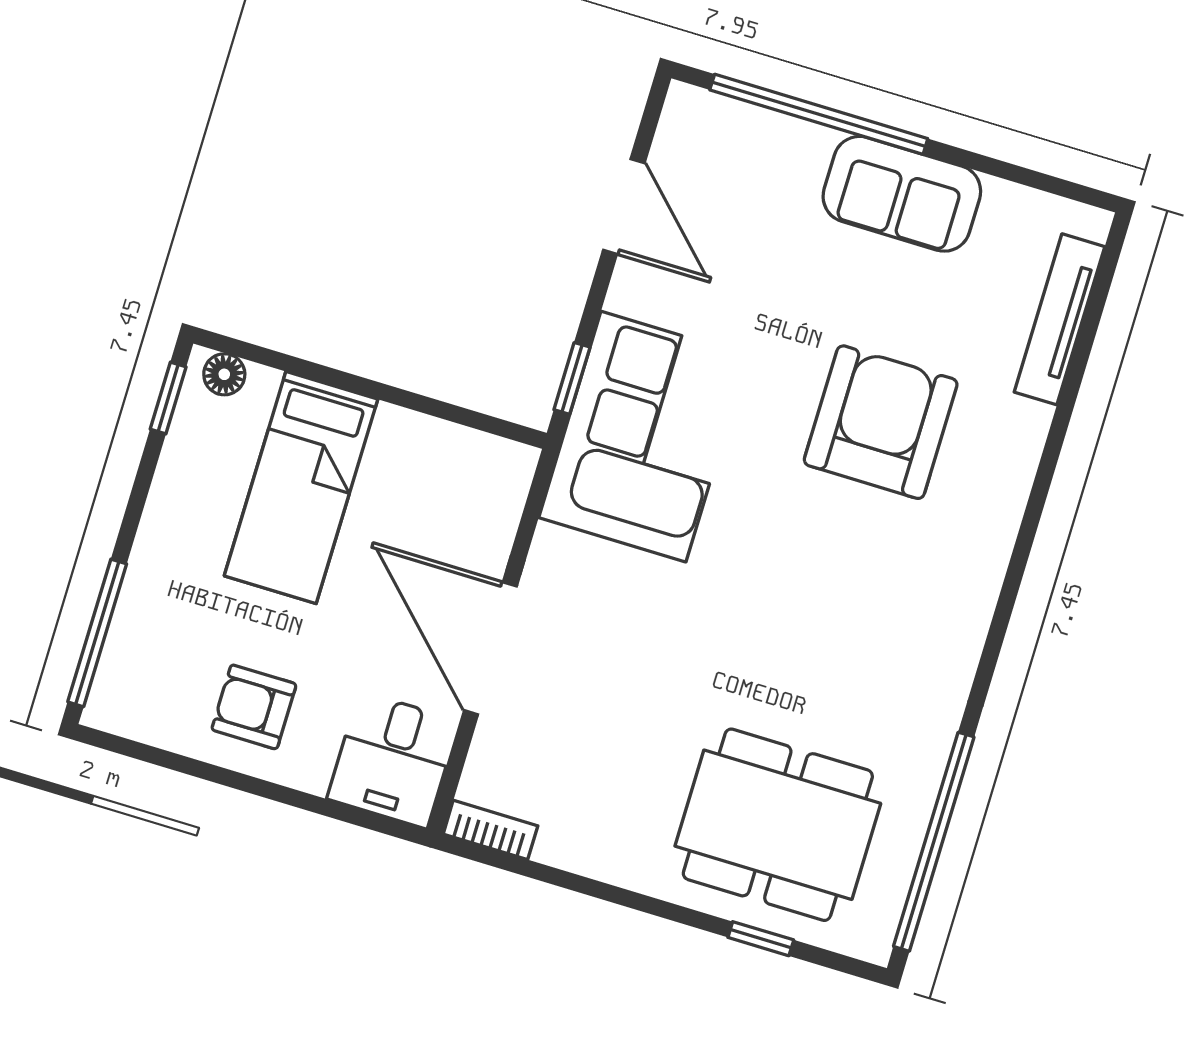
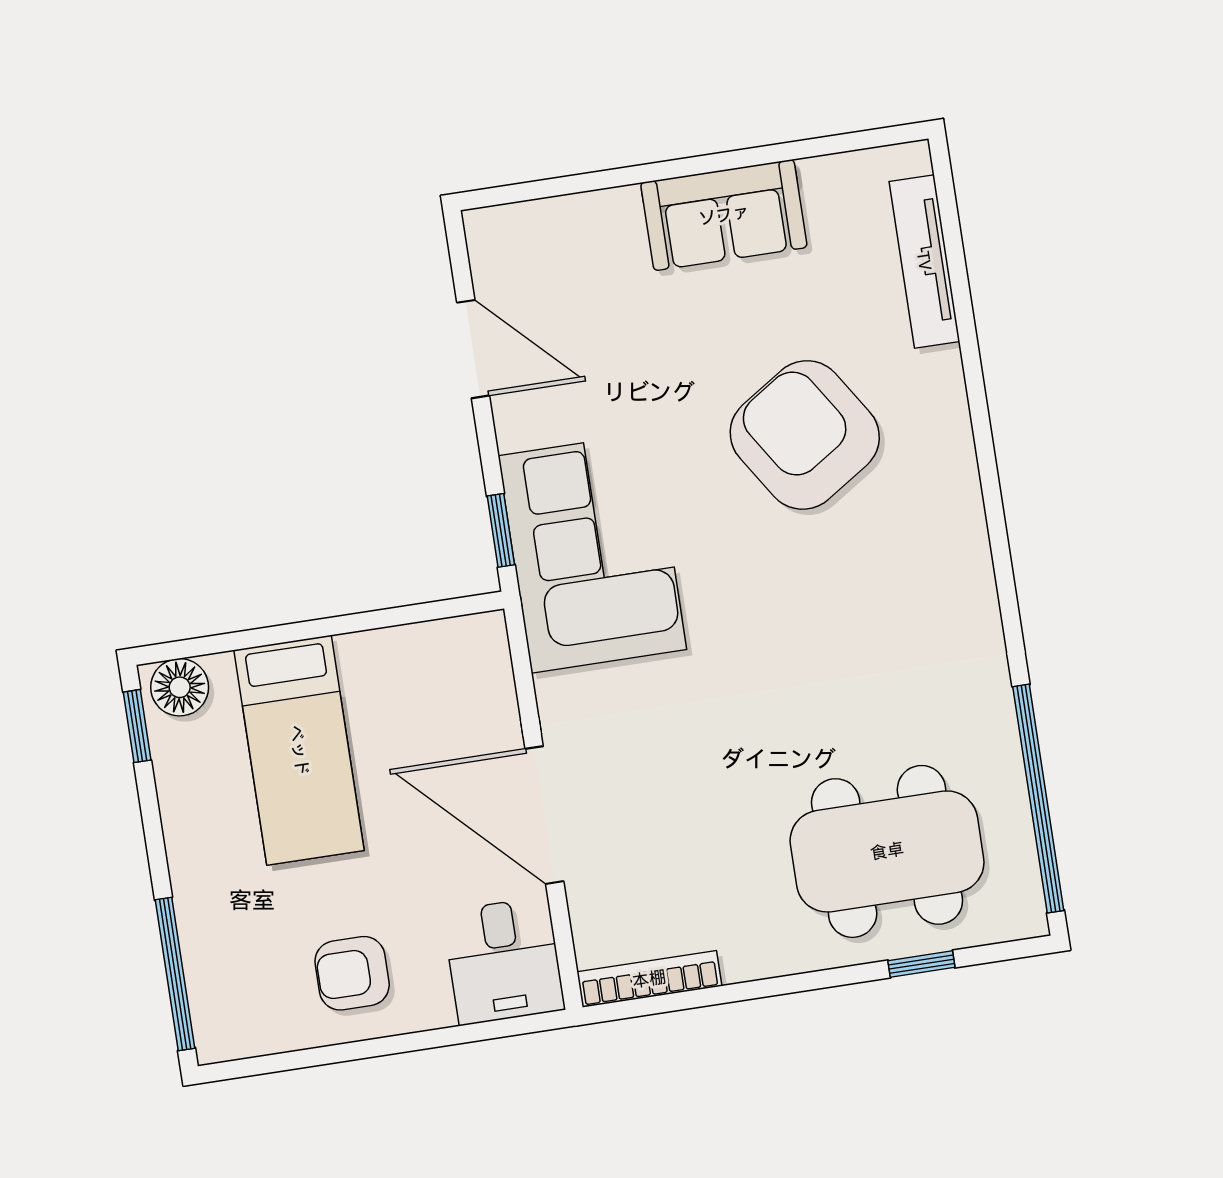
window: (819, 114) -> (612, 178), removed
floor lamp: (224, 374) -> (180, 687), width x1.37, depth x1.37
armchair: (881, 422) -> (805, 435), turned -33
bookcase: (490, 830) -> (649, 979), width x1.56

